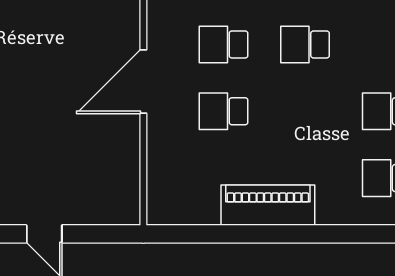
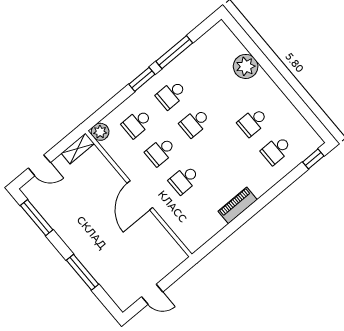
piano: (268, 205) -> (238, 205), width x0.73, depth x0.75

